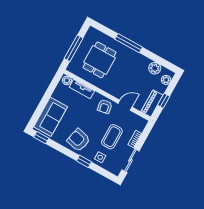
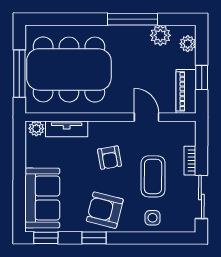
window: (129, 43) -> (132, 19), moved
dining table: (100, 60) -> (69, 70), width x1.88, depth x1.24
door: (125, 105) -> (146, 117), hinge flipped
armchair: (105, 107) -> (109, 158), moved
window: (84, 161) -> (94, 238), moved

